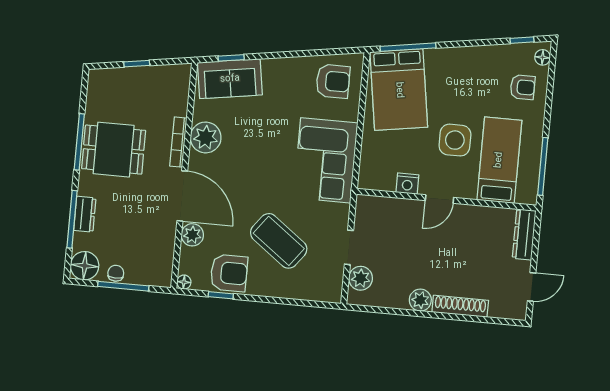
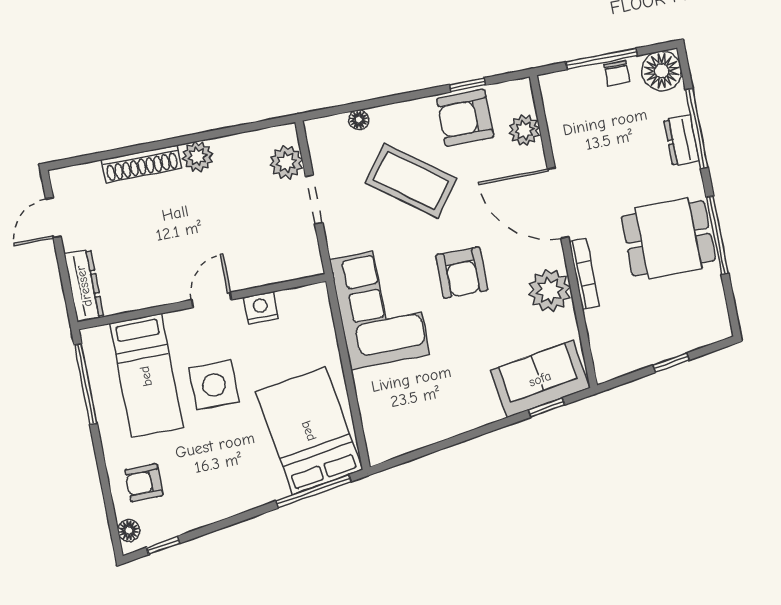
armchair: (333, 81) -> (462, 273), moved, turned -90
plant: (192, 235) -> (524, 130), moved
floor lamp: (184, 282) -> (359, 120), moved

